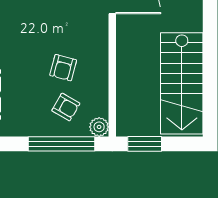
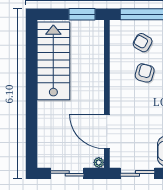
plant: (99, 127) -> (117, 27), removed

